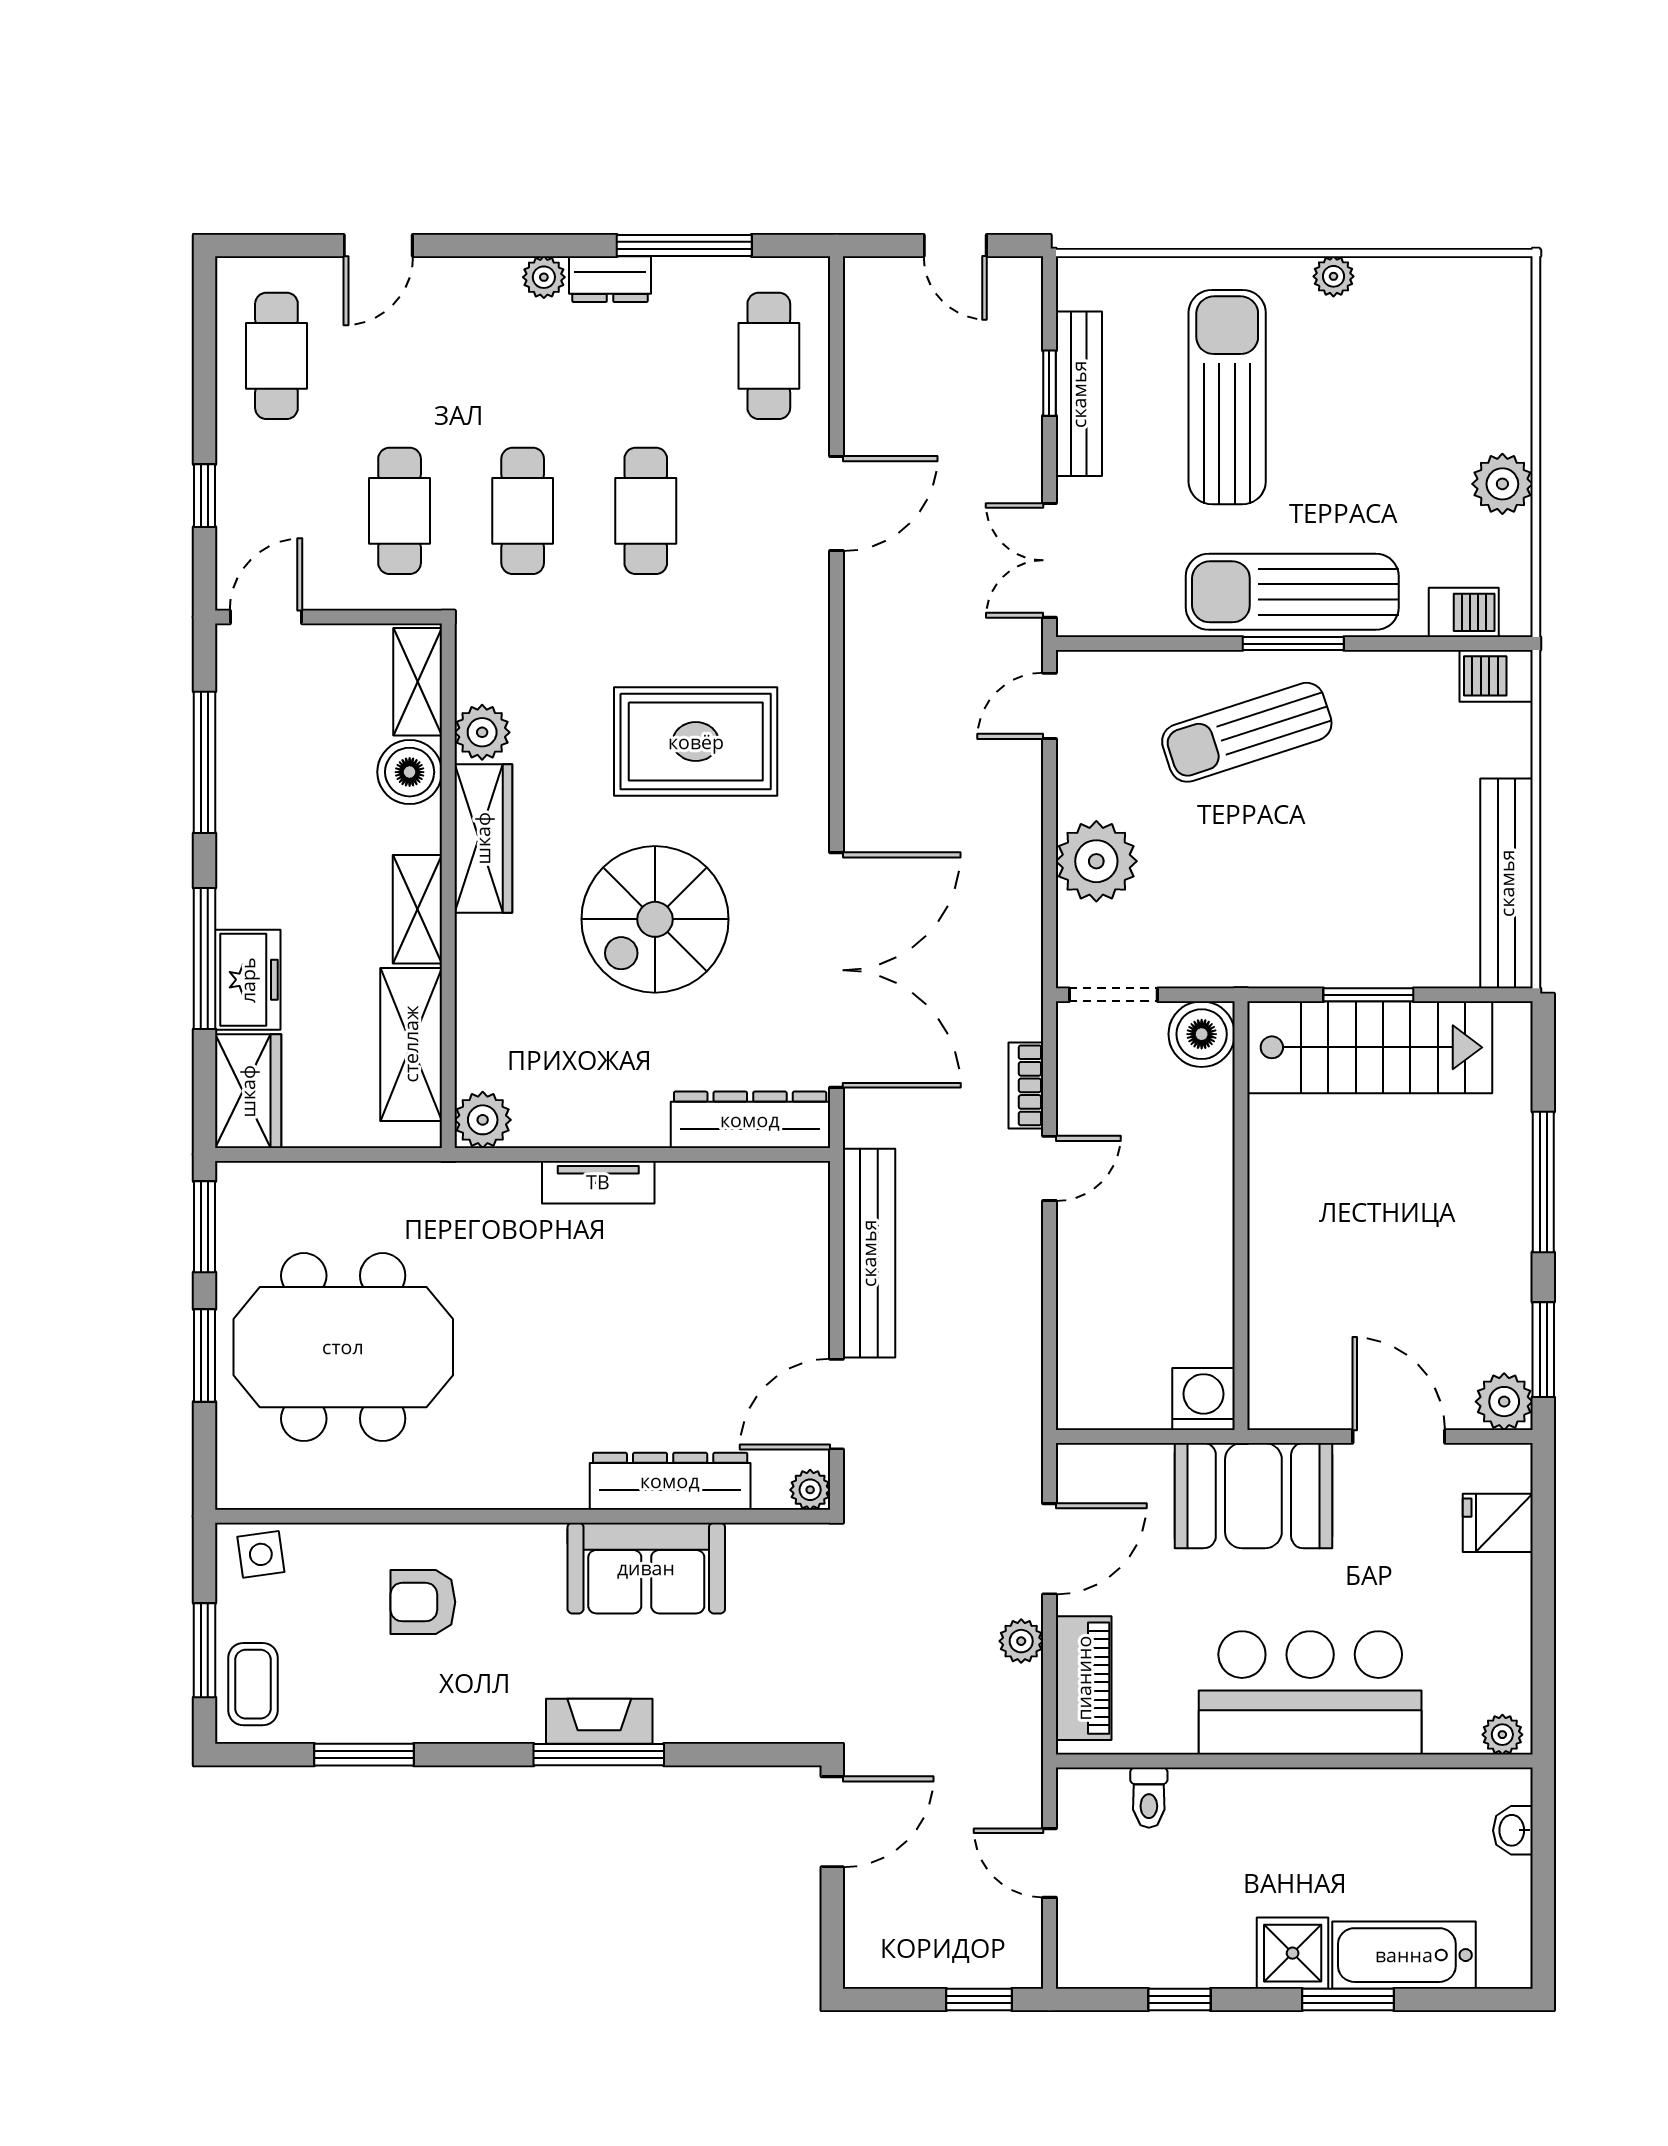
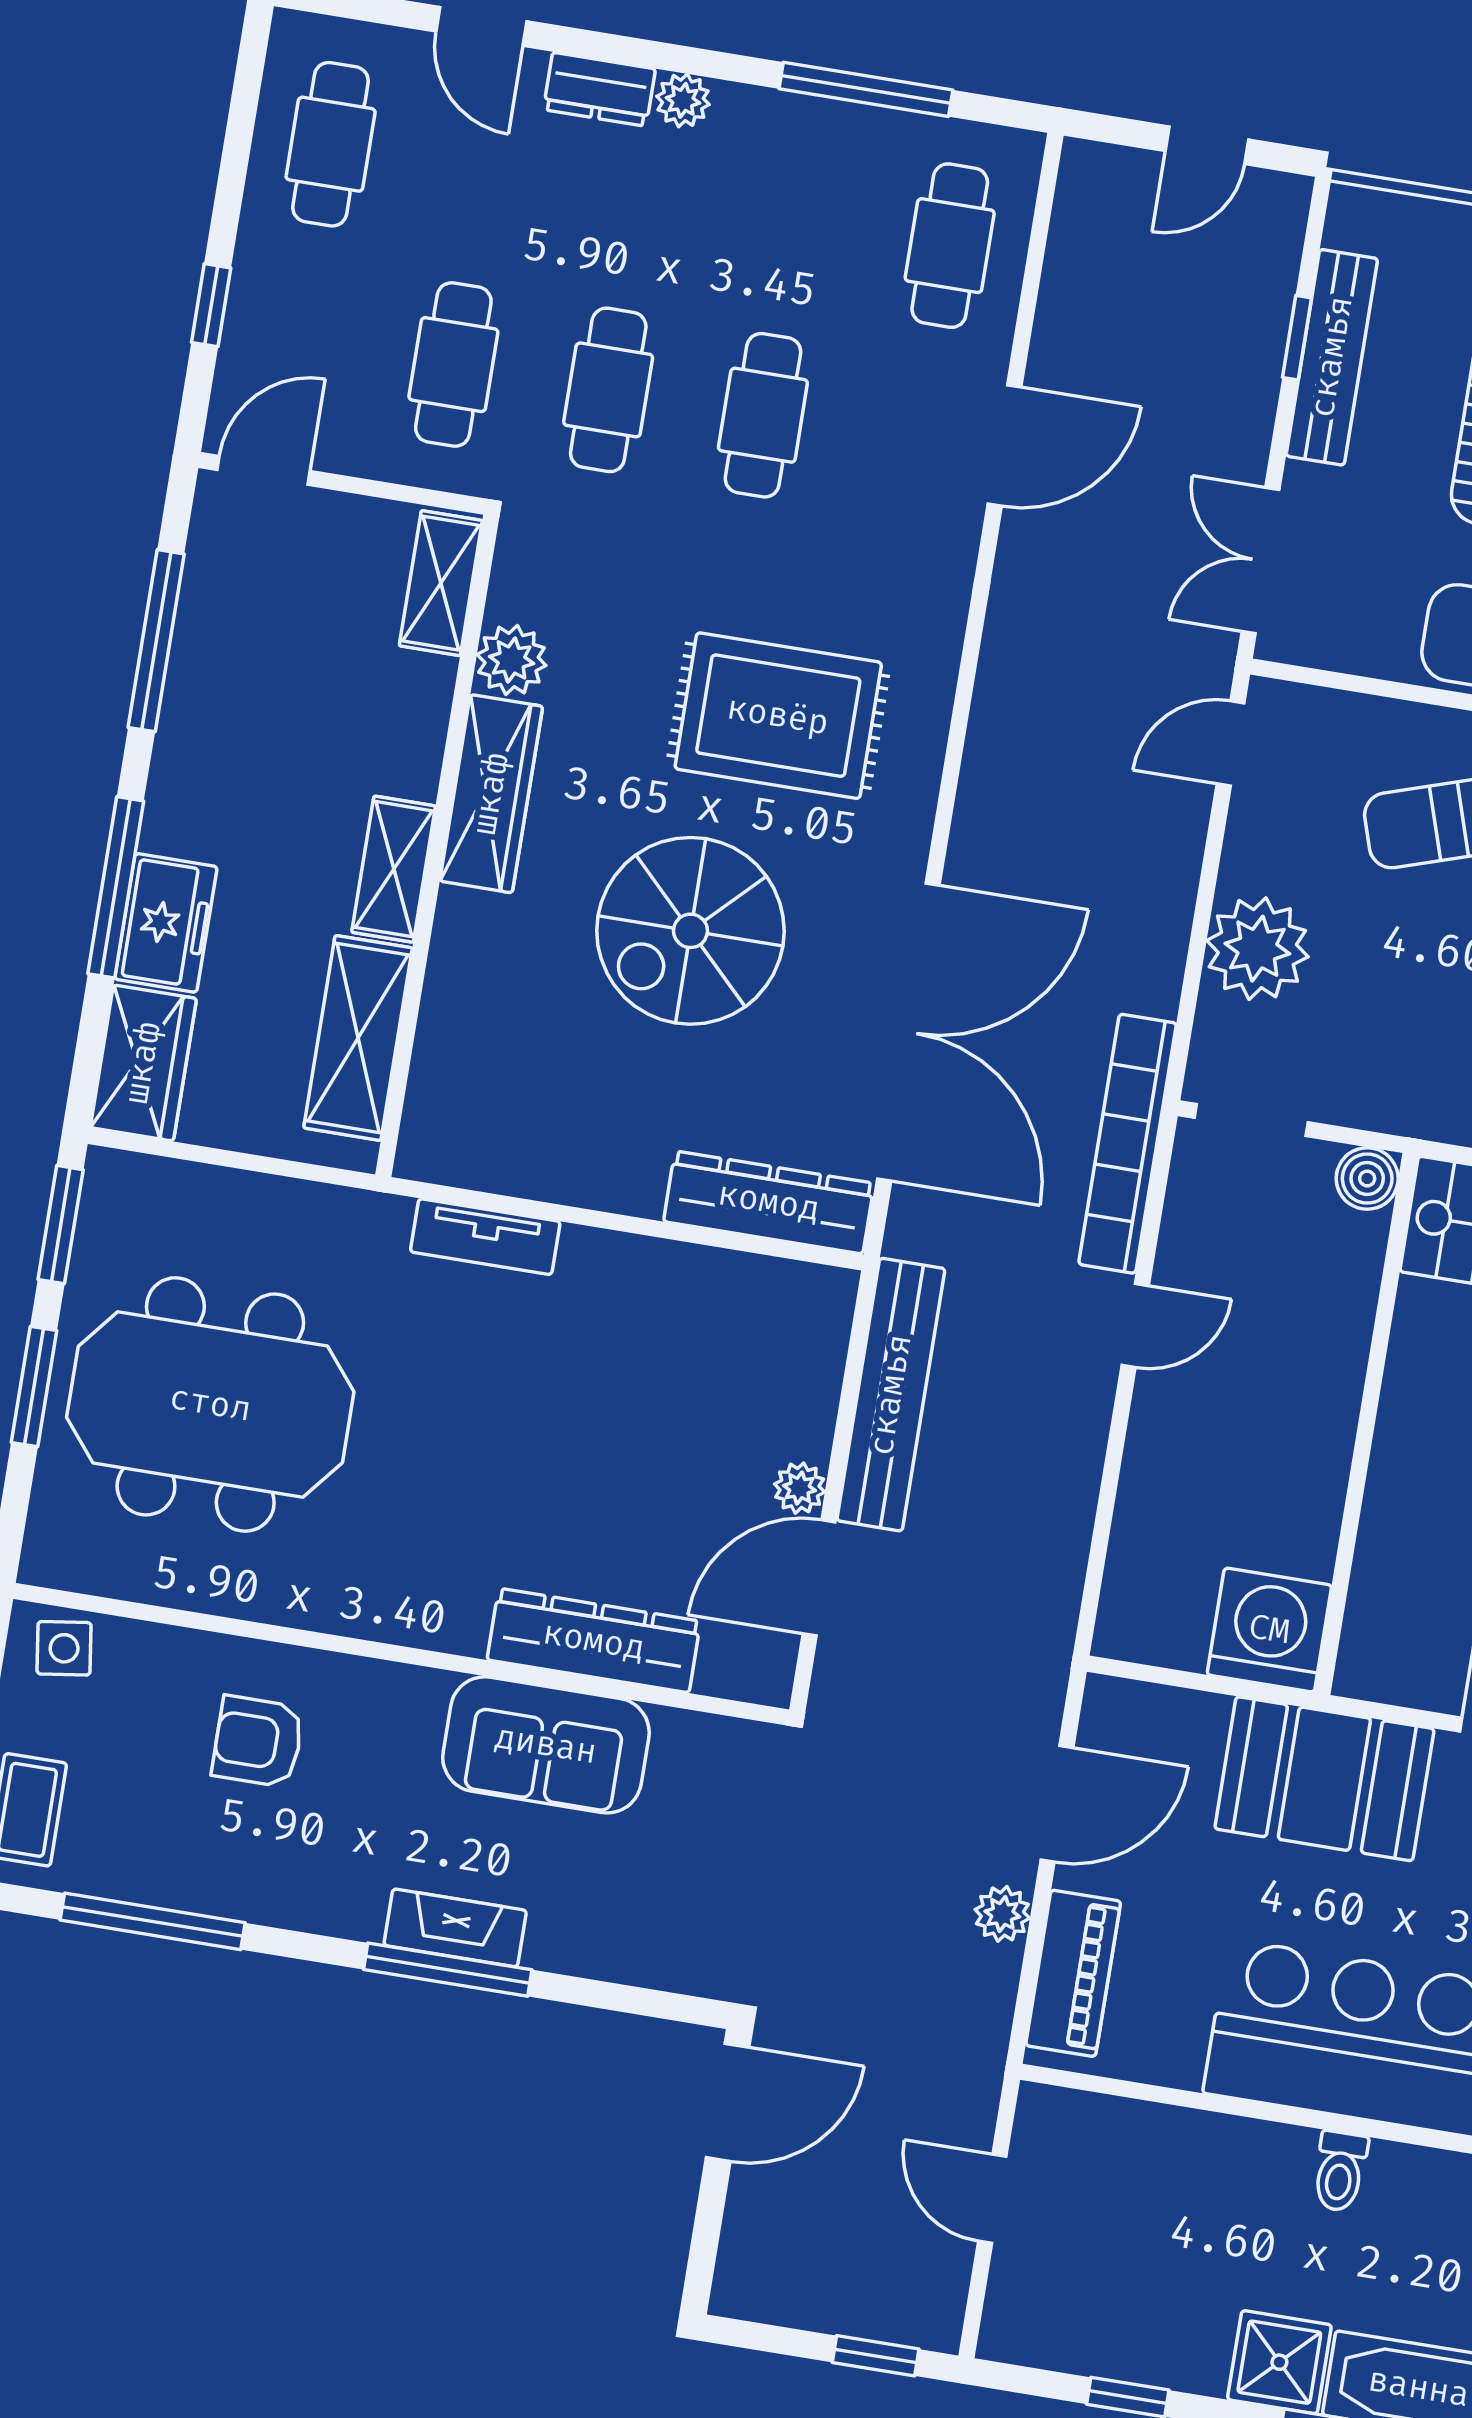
door: (378, 246) -> (481, 26), hinge flipped
door: (955, 246) -> (1207, 145), hinge flipped
dresser: (610, 279) -> (599, 89), moved
boiler: (410, 772) -> (412, 695), removed
boiler: (1202, 1034) -> (1367, 1179), width x0.73, depth x0.73
bookcase: (1026, 1085) -> (1128, 1144), width x2.31, depth x1.31
plant: (483, 1120) -> (432, 1148), removed
tv unit: (598, 1182) -> (485, 1237), moved
washing machine: (1204, 1399) -> (1269, 1630), width x1.37, depth x1.37
plant: (810, 1490) -> (800, 1488), moved
window: (364, 1755) -> (153, 1921), width x1.44
toilet: (1149, 1798) -> (1340, 2171), moved

